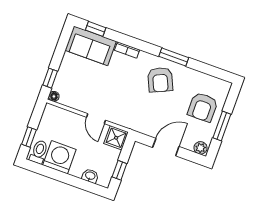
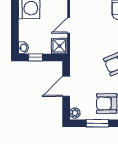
door: (166, 147) -> (66, 86), swing flipped
washbasin: (90, 176) -> (23, 48), moved

